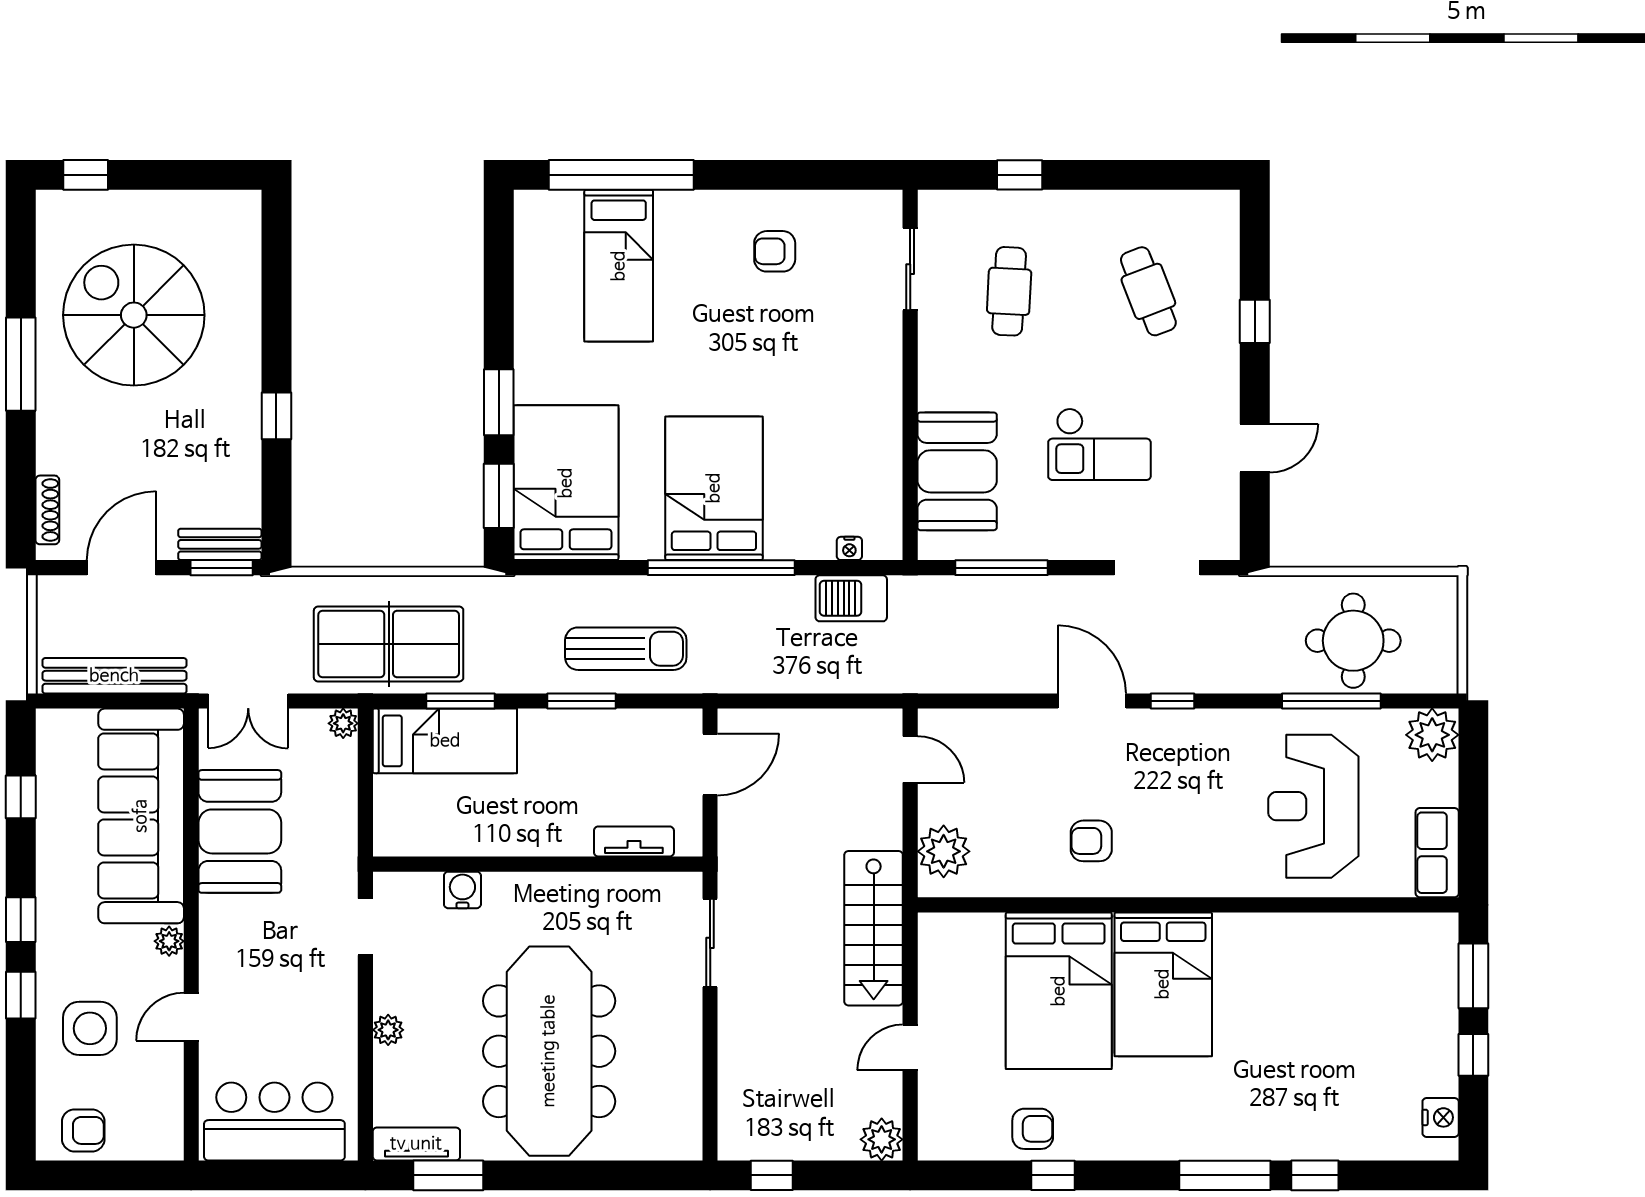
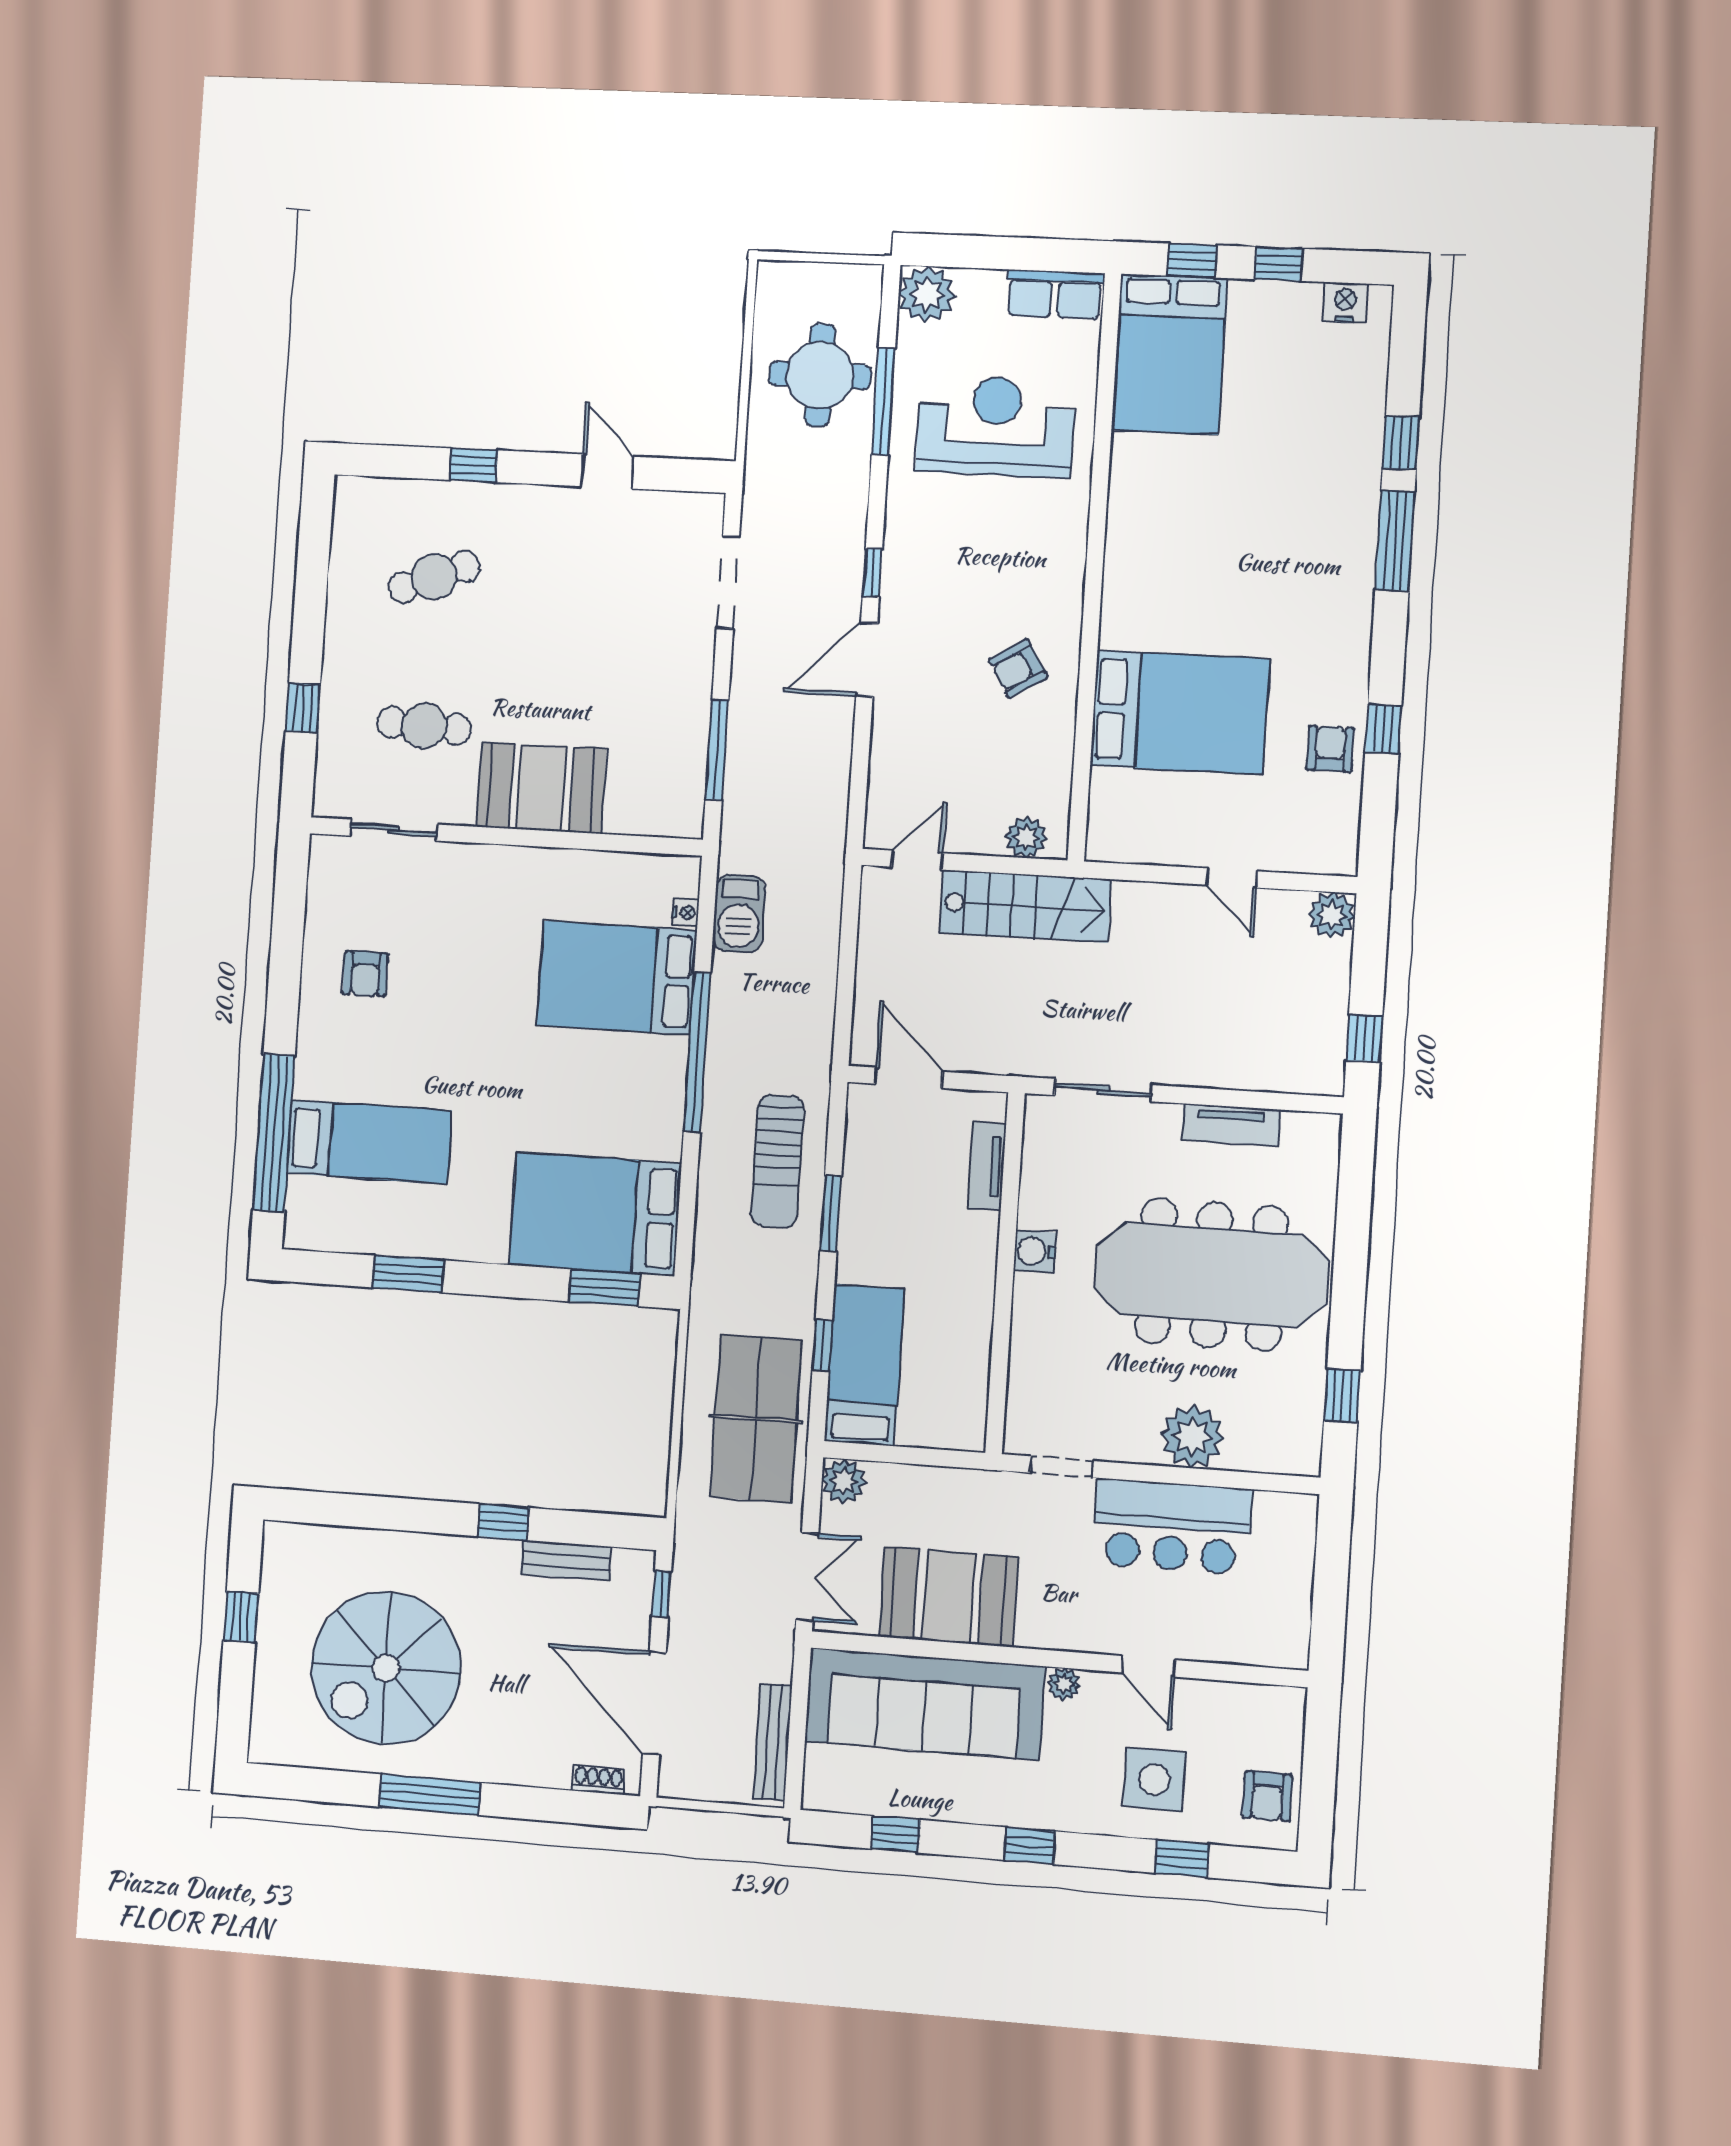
window: (86, 175) -> (241, 1617), moved
window: (499, 402) -> (408, 1274), moved
checkout: (1099, 444) -> (592, 638), removed
booth: (957, 471) -> (541, 788), moved
bed: (714, 488) -> (617, 978), moved
shoe rack: (47, 510) -> (598, 1780), width x0.70
bench: (220, 544) -> (566, 1560), moved, turned 90
door: (121, 568) -> (654, 1703), width x1.36
window: (222, 568) -> (662, 1594), width x0.67
sun lounger: (626, 649) -> (777, 1161), turned 180
bench: (114, 676) -> (772, 1742), width x0.73, depth x0.82
window: (461, 701) -> (822, 1345), width x0.67
plant: (343, 723) -> (844, 1481), width x1.38, depth x1.38
reception desk: (1313, 806) -> (996, 426), turned 180
armchair: (1091, 841) -> (1018, 668), turned 59
plant: (944, 851) -> (1026, 837), width x0.73, depth x0.73
water cooler: (462, 890) -> (1035, 1251), moved
stairs: (874, 928) -> (1025, 906), moved
window: (1473, 976) -> (1192, 261), width x0.67
bed: (1163, 984) -> (1169, 354), moved, turned 90
window: (21, 995) -> (1182, 1859), moved
plant: (388, 1030) -> (1192, 1437), width x1.88, depth x1.88
bar counter: (274, 1122) -> (1172, 1526), moved, turned -90
armchair: (83, 1130) -> (1267, 1796), turned 180
tv unit: (416, 1144) -> (1231, 1125), moved, turned -90
window: (448, 1175) -> (1342, 1396), width x0.67

